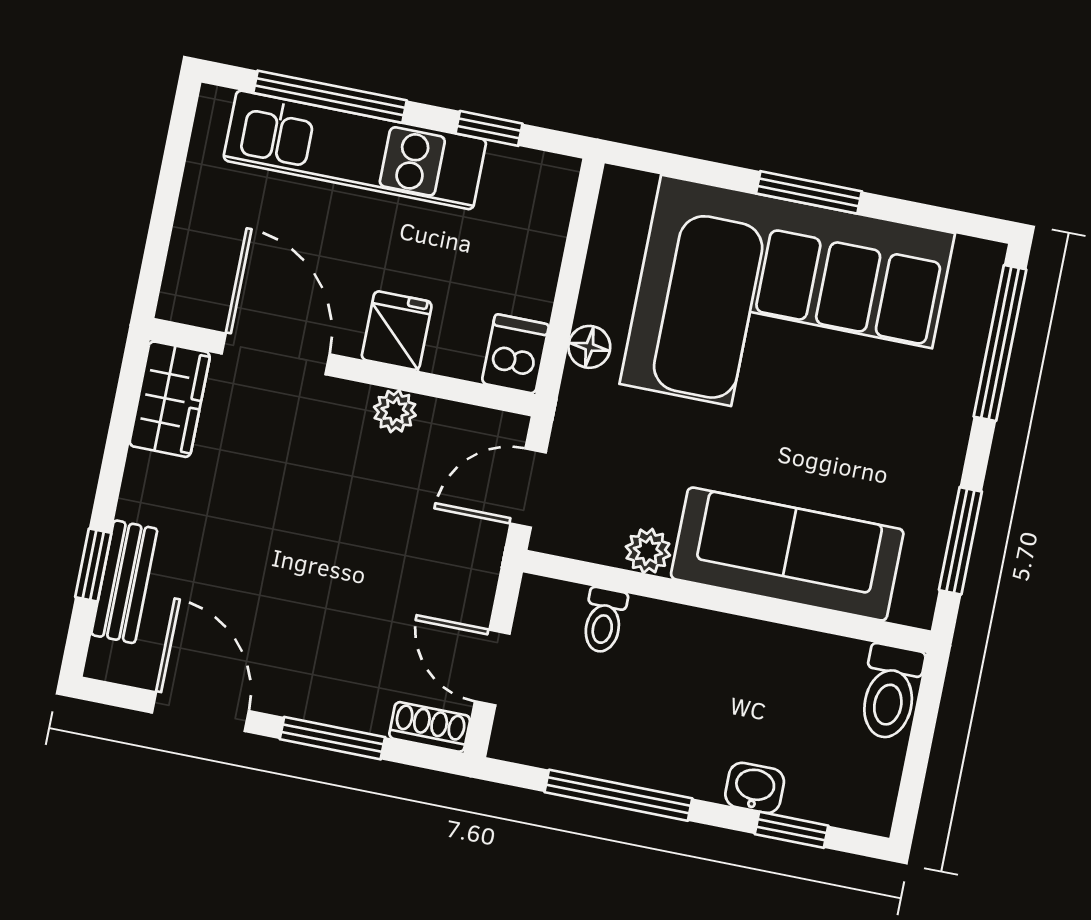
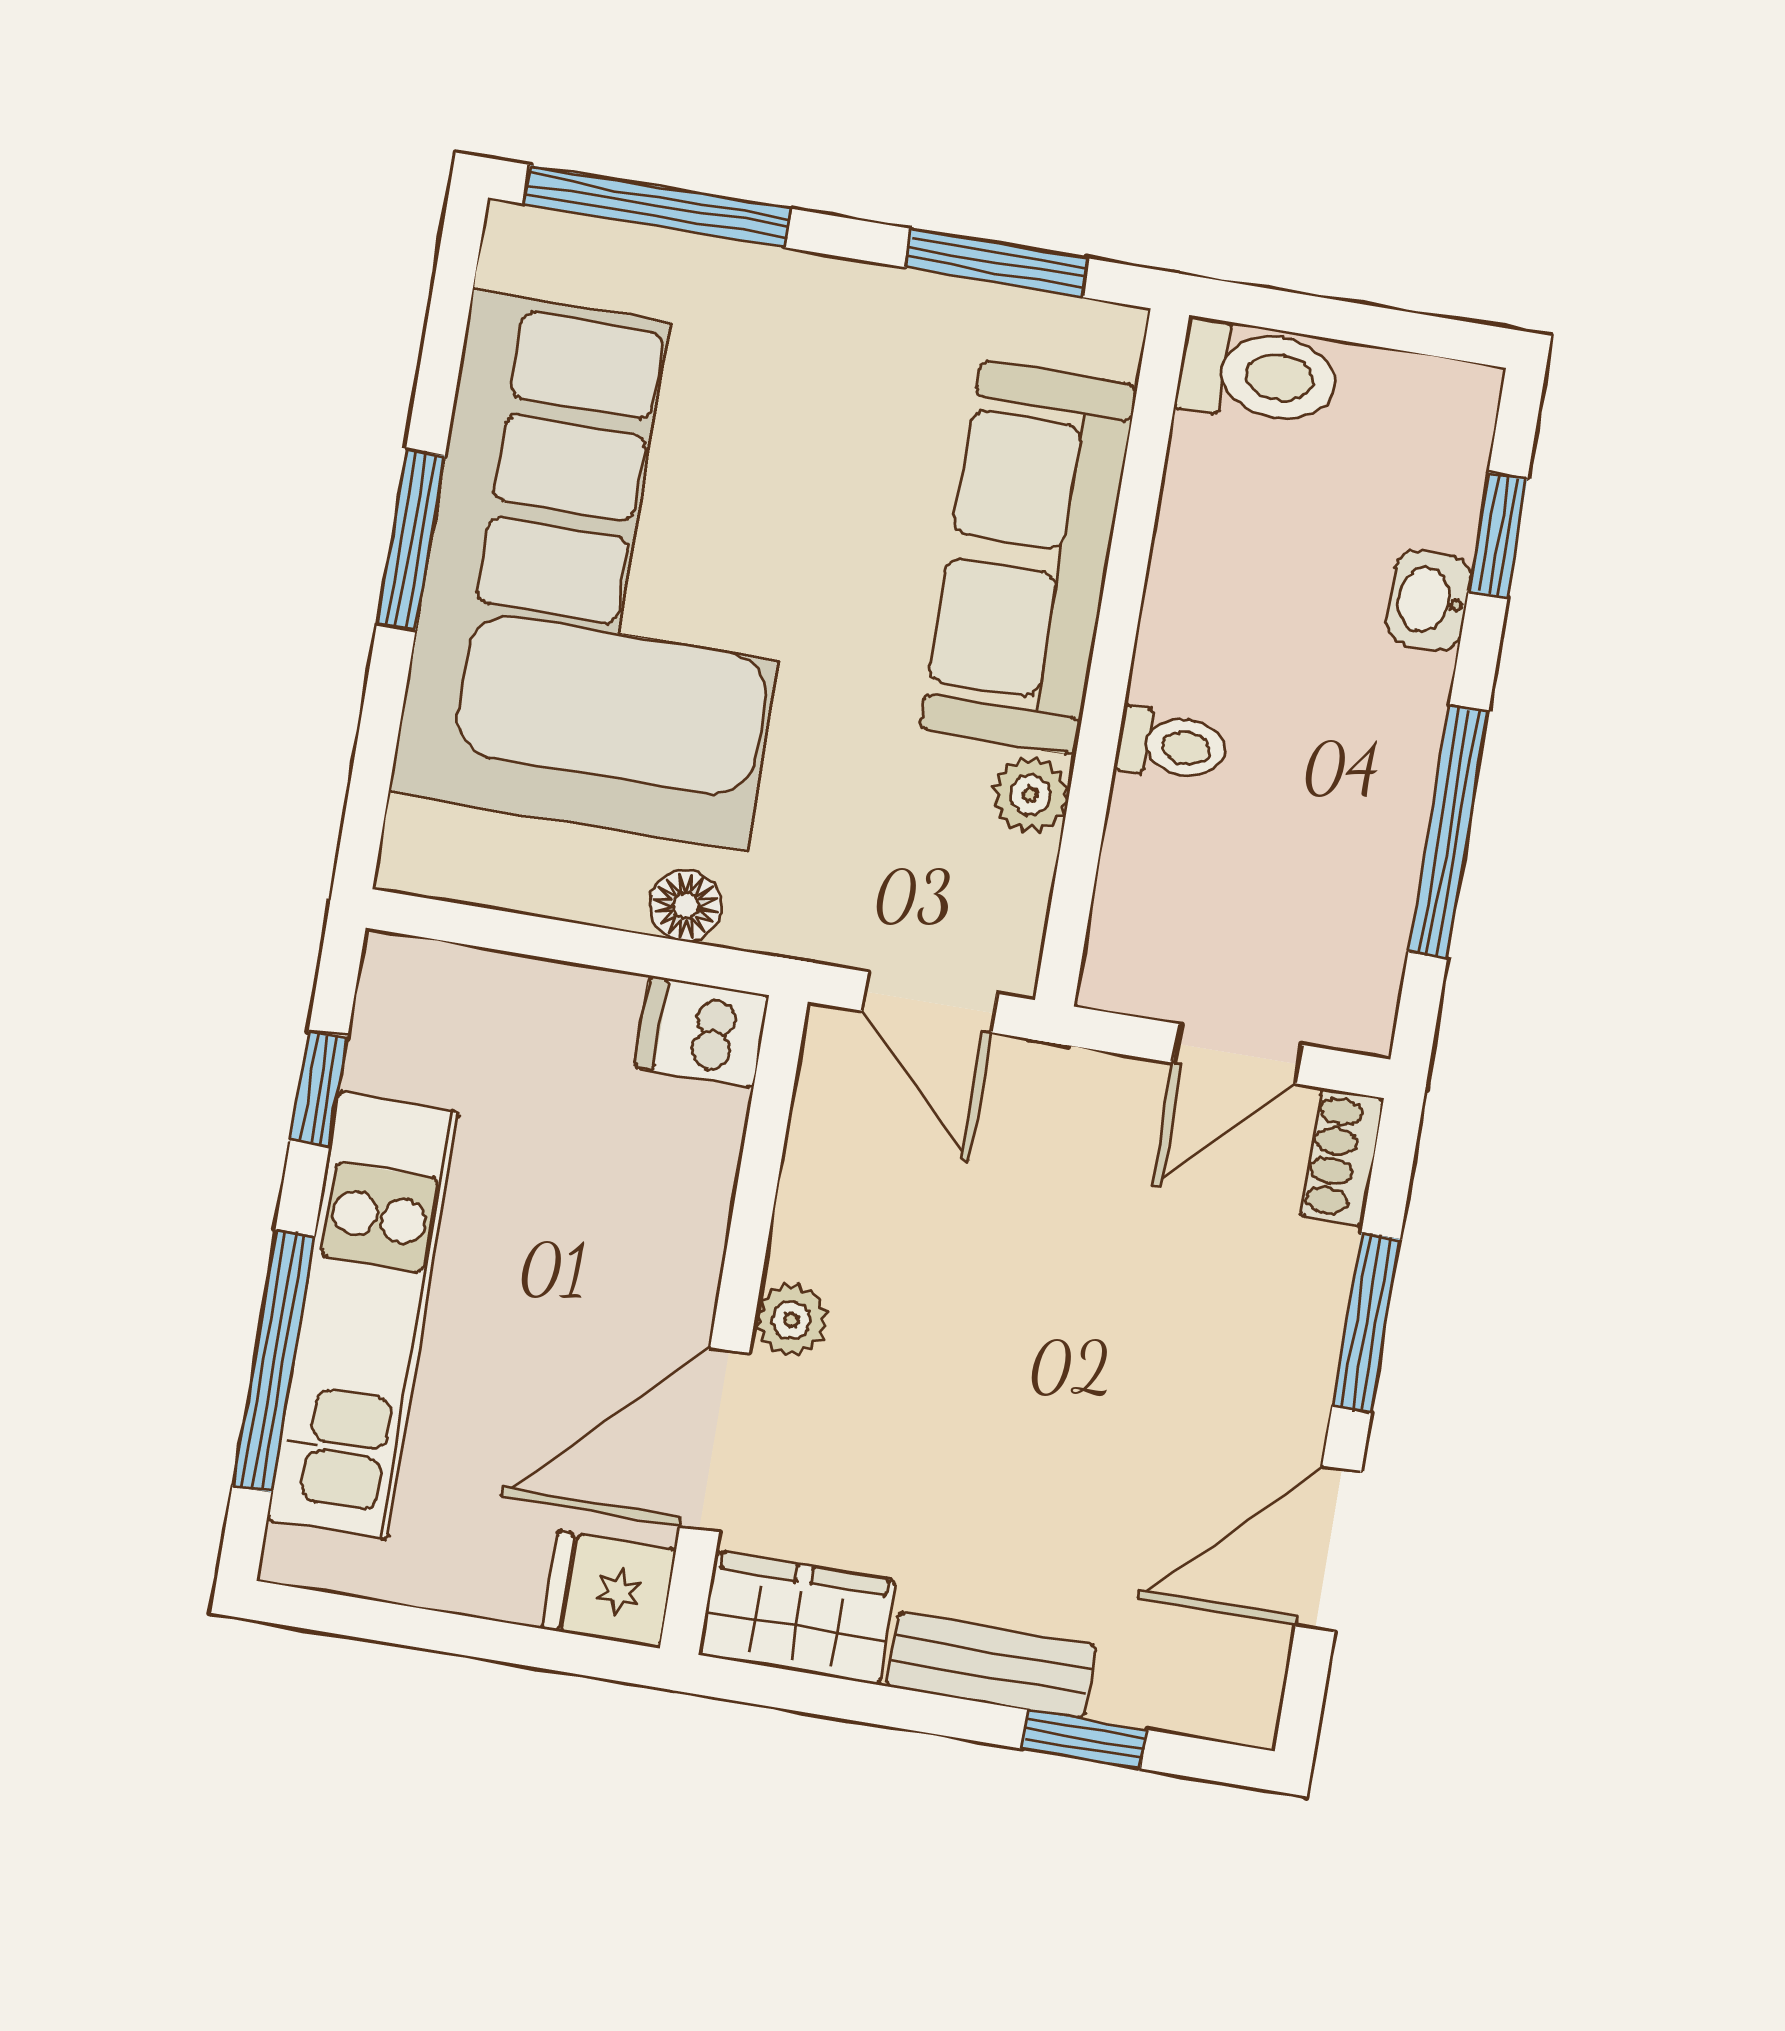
fridge: (397, 331) -> (609, 1589), moved
plant: (395, 411) -> (791, 1320), moved
bench: (124, 582) -> (991, 1665), moved
toilet: (604, 620) -> (1171, 745), moved

